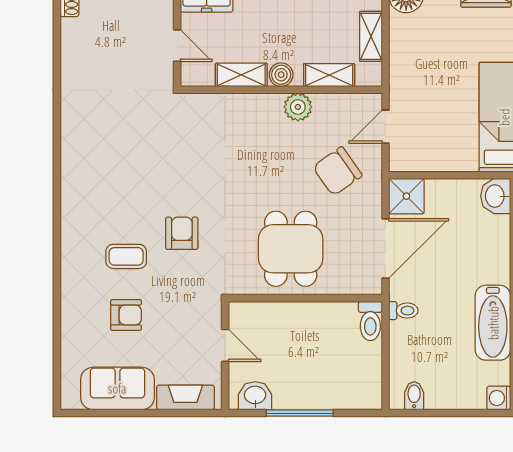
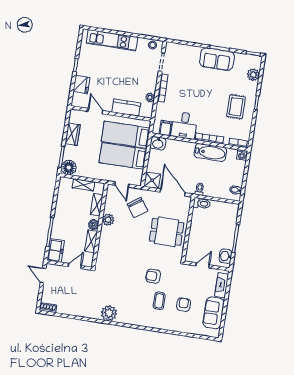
bed: (453, 118) -> (123, 156), added
plant: (79, 143) -> (109, 313), added

